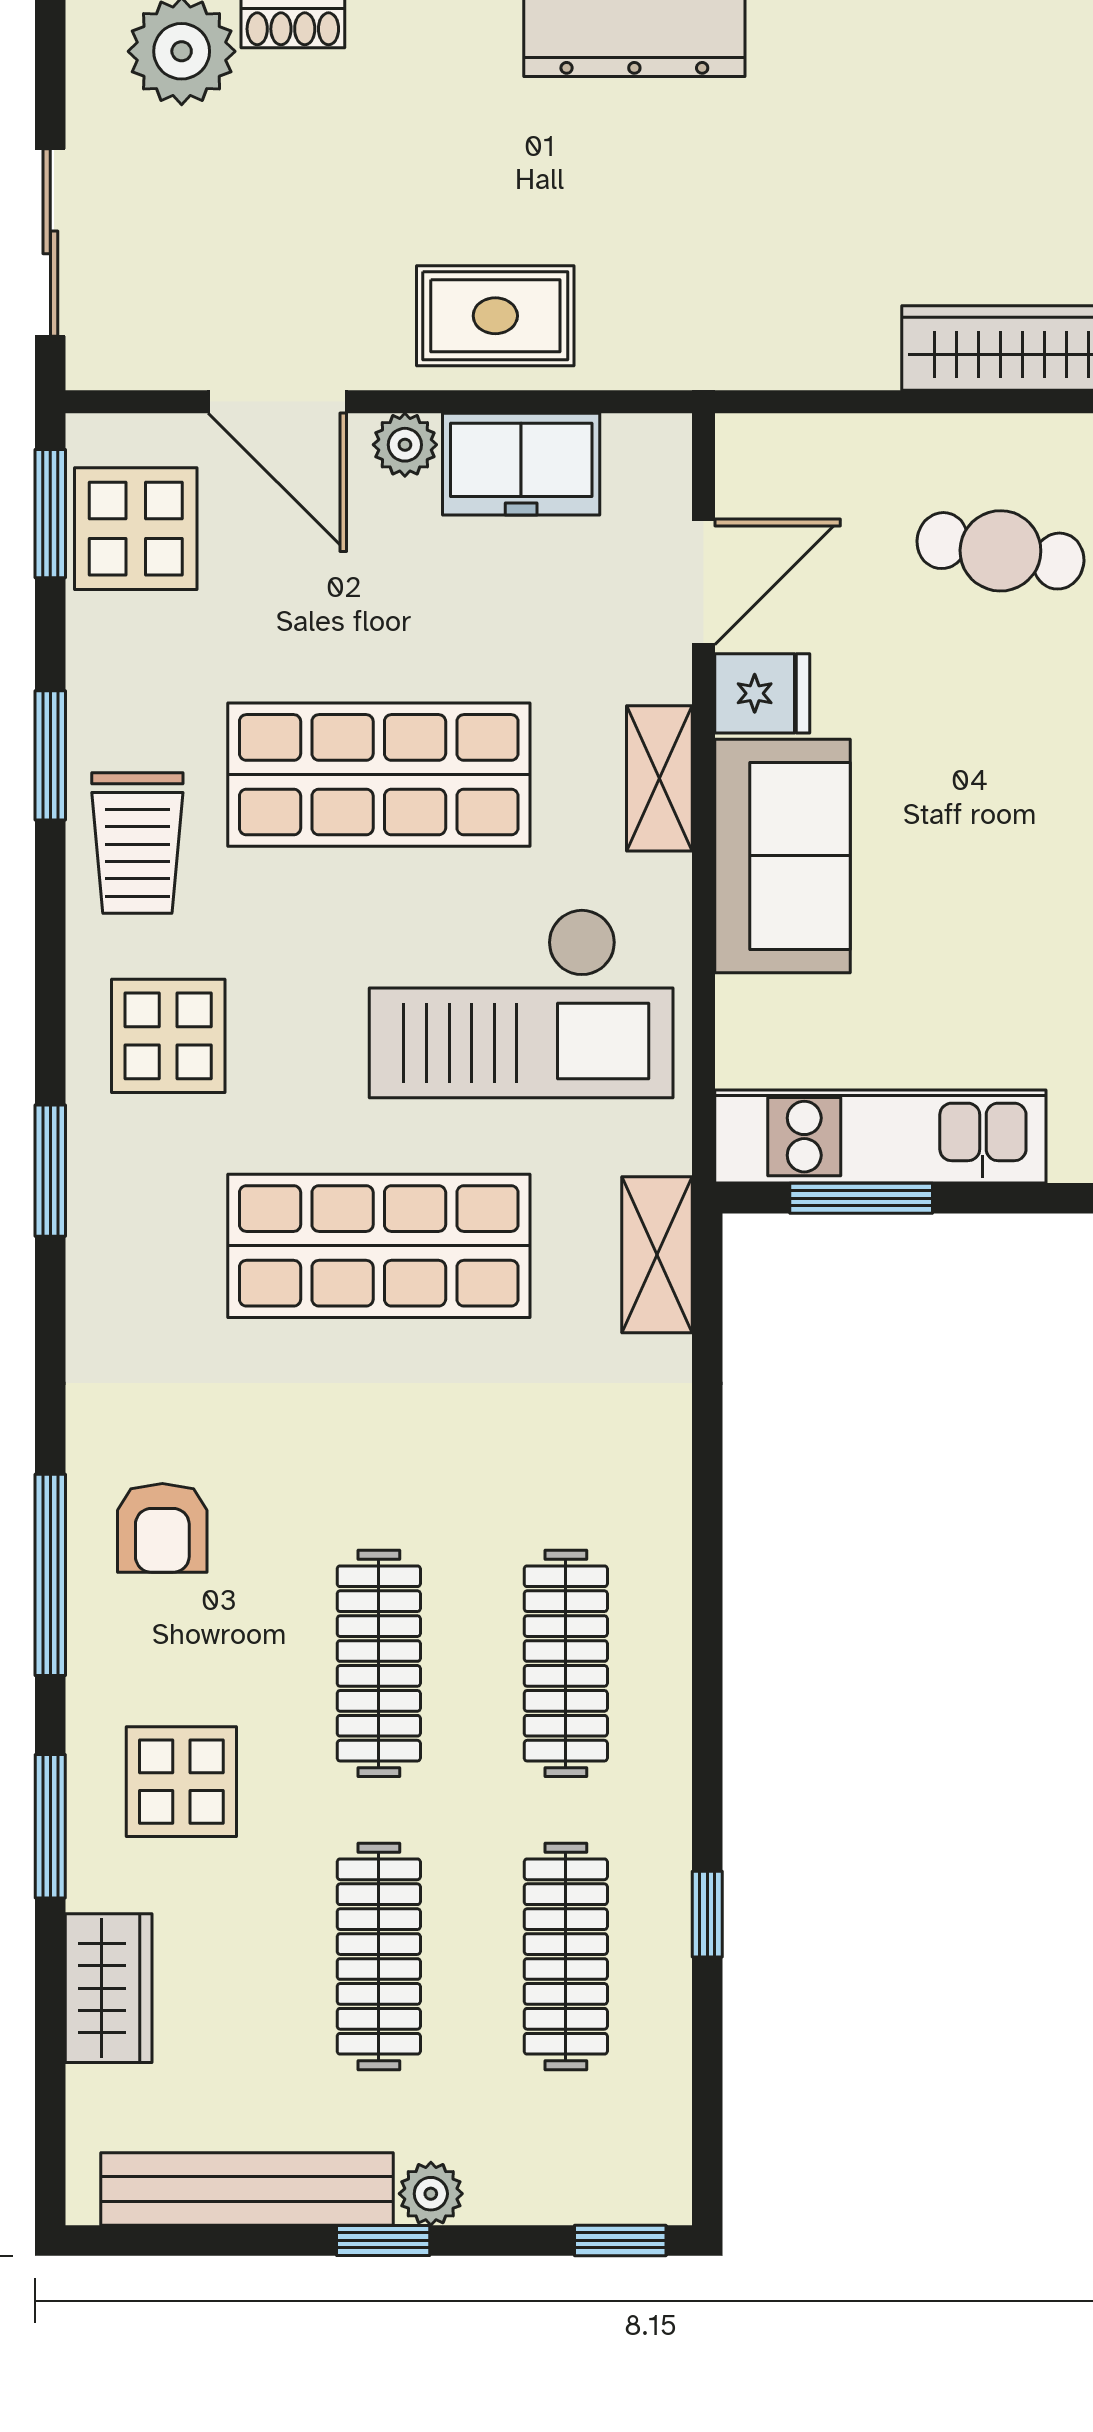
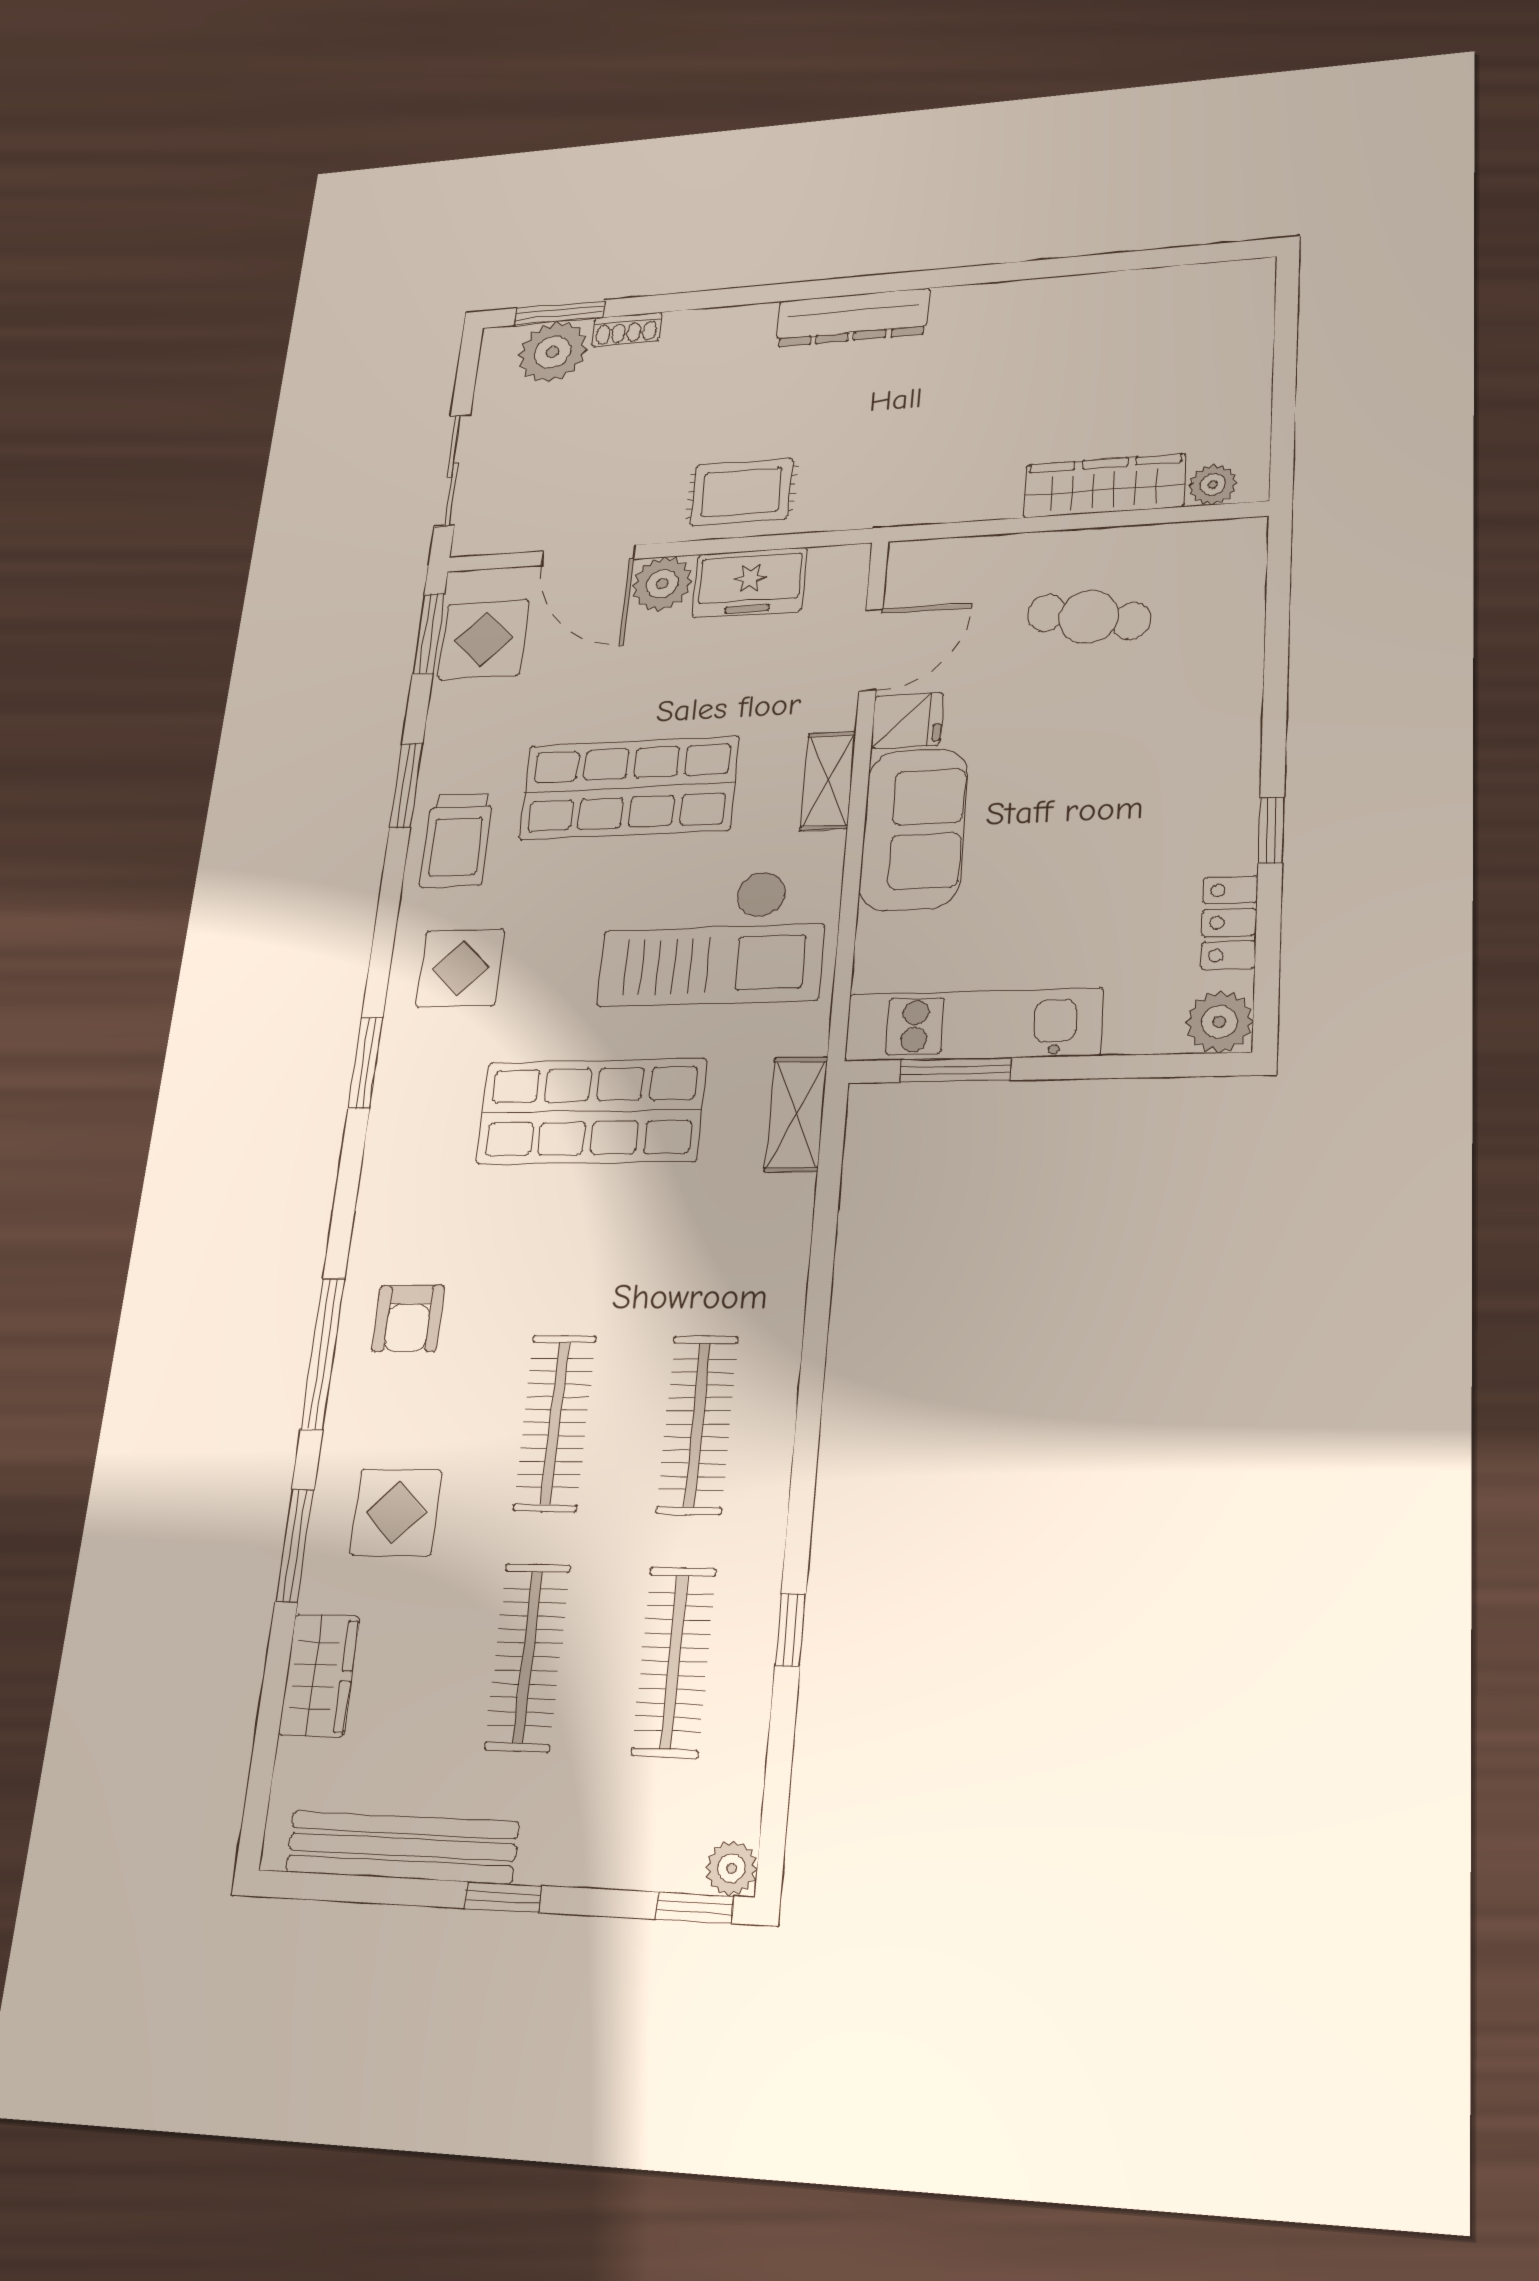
plant: (405, 445) -> (662, 584), width x1.38, depth x1.38
plant: (431, 2194) -> (731, 1868), moved

